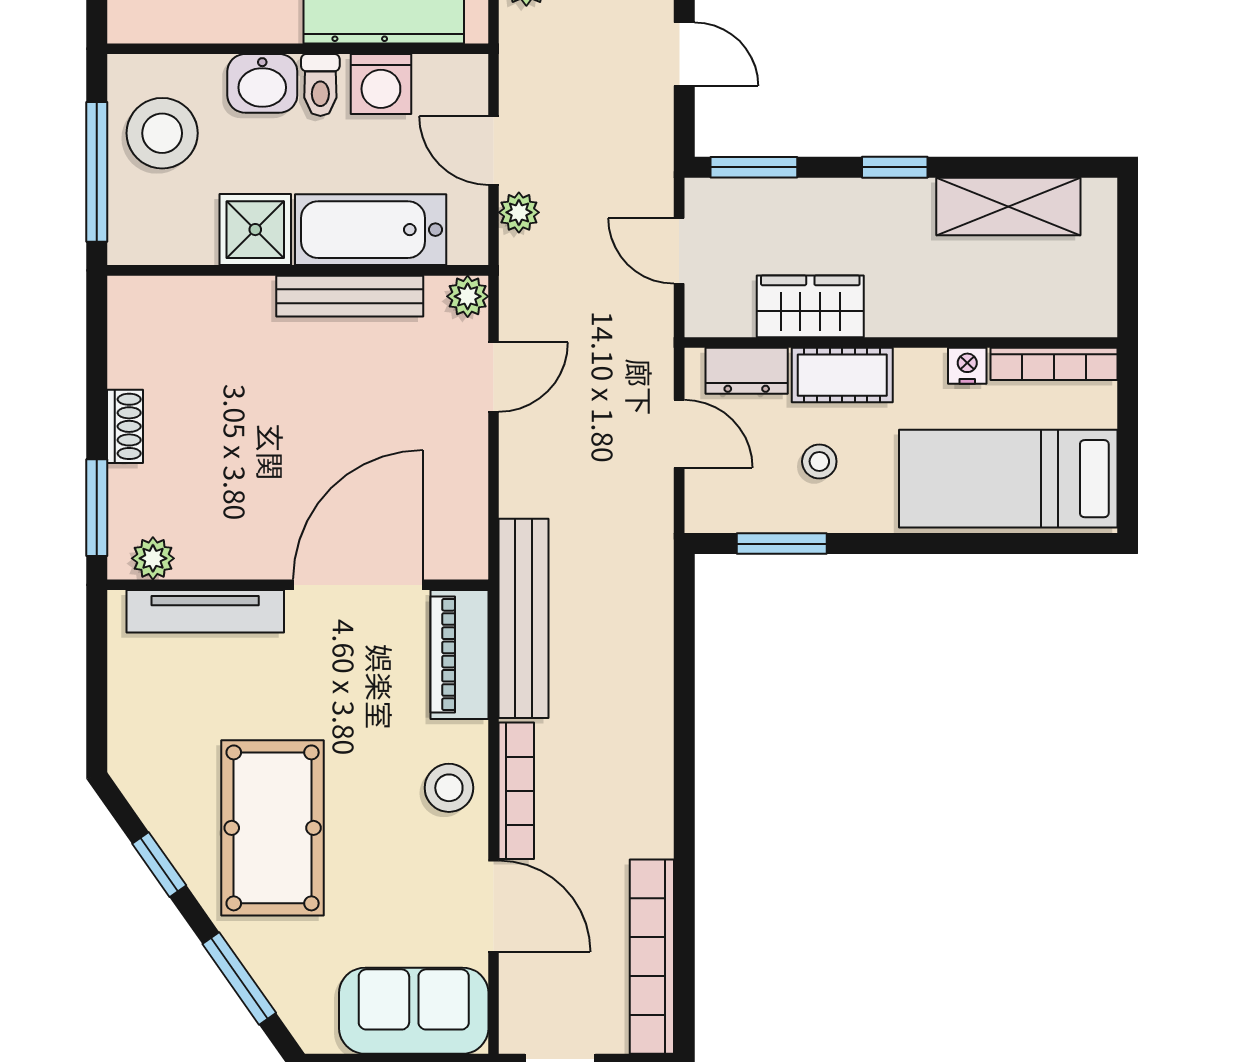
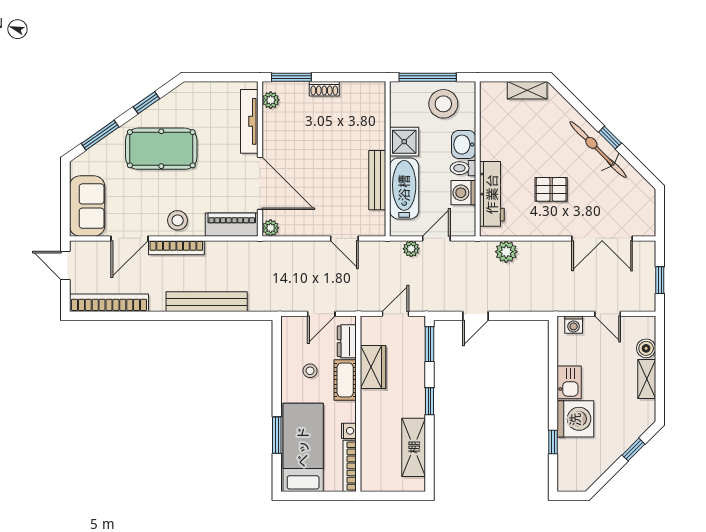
plant: (468, 296) -> (271, 228), moved
window: (782, 544) -> (277, 435), moved
bench: (524, 618) -> (207, 302), moved

